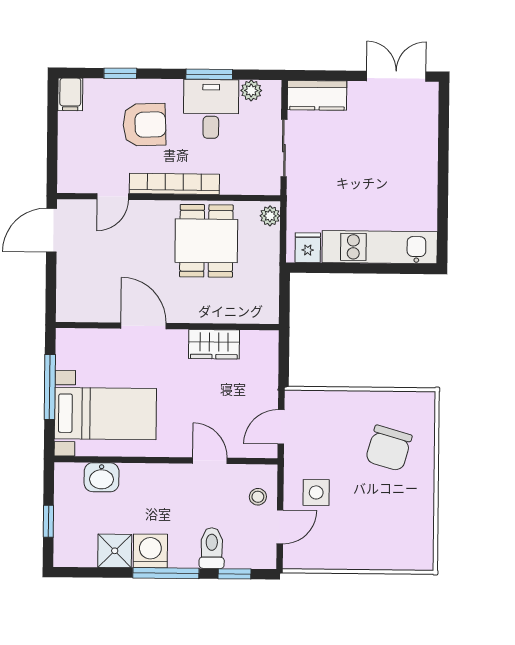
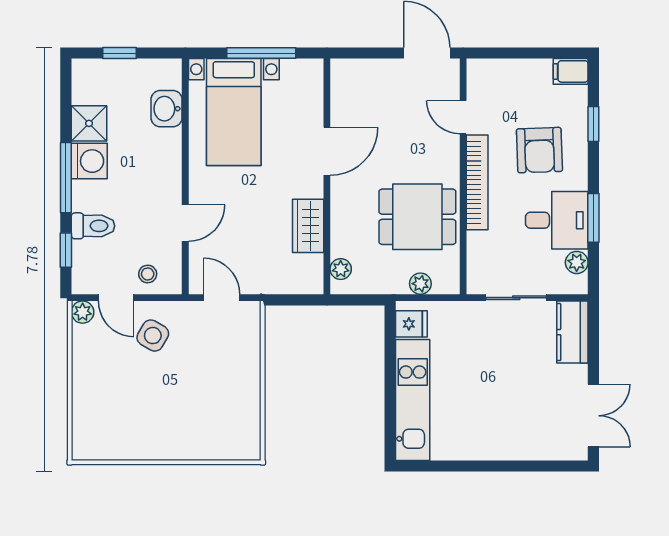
plant: (270, 216) -> (420, 284), moved
plant: (255, 314) -> (341, 269), added
chair: (389, 448) -> (200, 412), removed
side table: (316, 492) -> (153, 336), turned 30
plant: (293, 559) -> (83, 312), added

